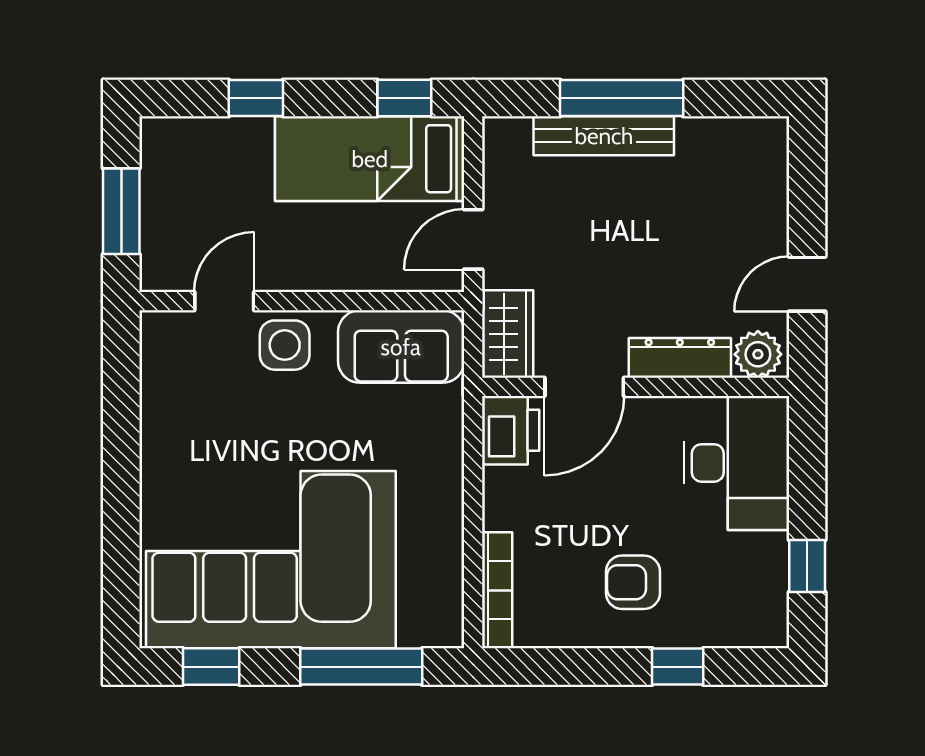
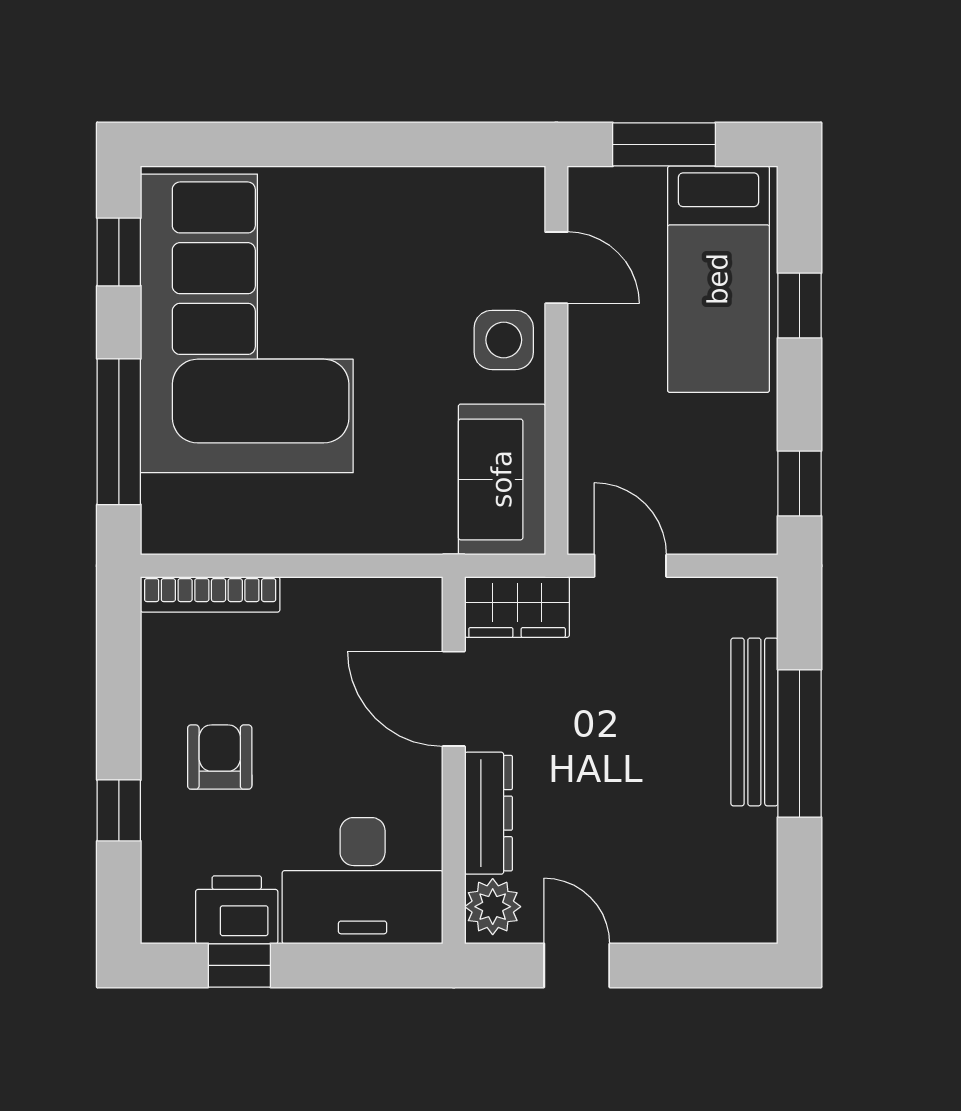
bed: (370, 159) -> (718, 279), moved, turned 180
printer: (511, 430) -> (237, 910), moved, turned 180

